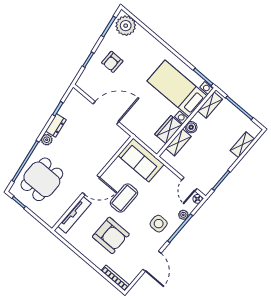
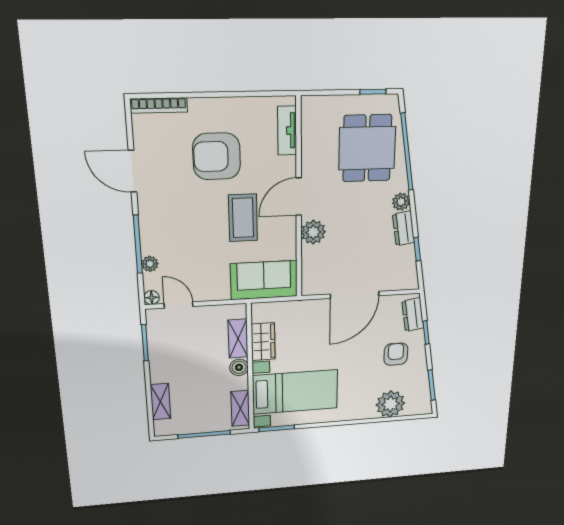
plant: (126, 26) -> (390, 404), moved
dresser: (87, 76) -> (413, 315), added
plant: (99, 162) -> (313, 232), added
tv unit: (74, 215) -> (287, 131), width x0.71
side table: (159, 224) -> (170, 226), removed

